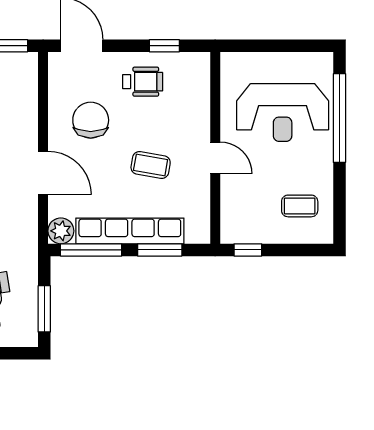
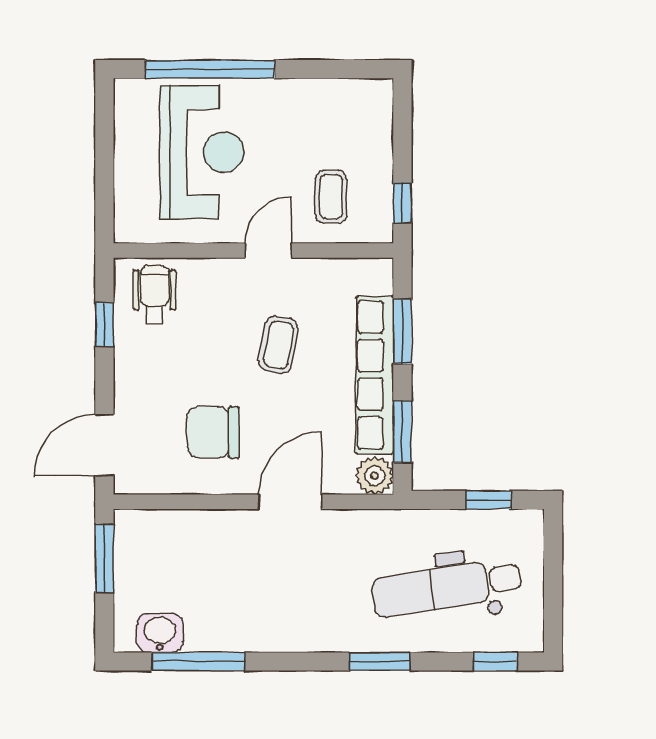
wheelchair: (143, 82) -> (155, 295), moved
coffee table: (300, 206) -> (331, 197), moved
window: (91, 250) -> (402, 432), width x0.69
window: (44, 309) -> (488, 500), width x0.67

